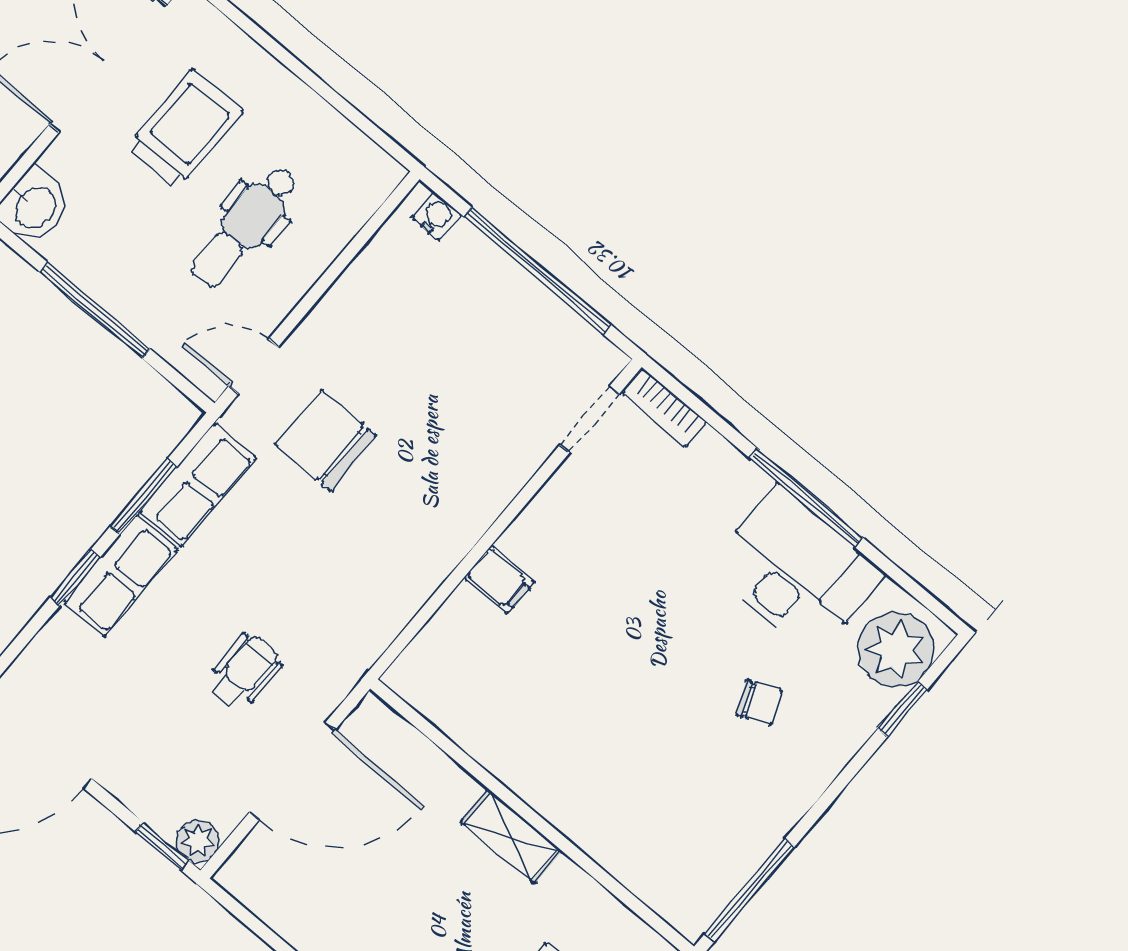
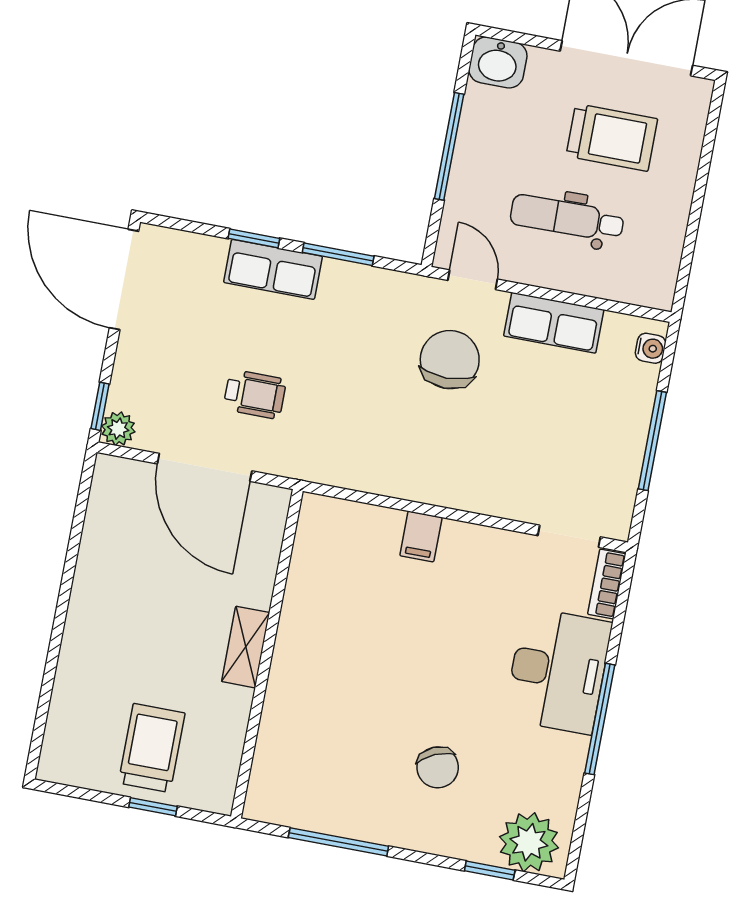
window: (537, 271) -> (652, 441), width x0.68
row of seats: (198, 485) -> (554, 323), moved
desk: (796, 571) -> (558, 671), moved
chair: (759, 703) -> (438, 767), width x1.37, depth x1.37
window: (750, 890) -> (338, 842), moved

